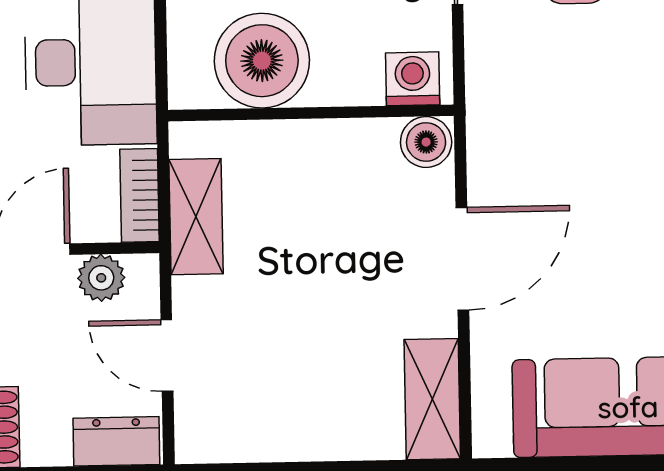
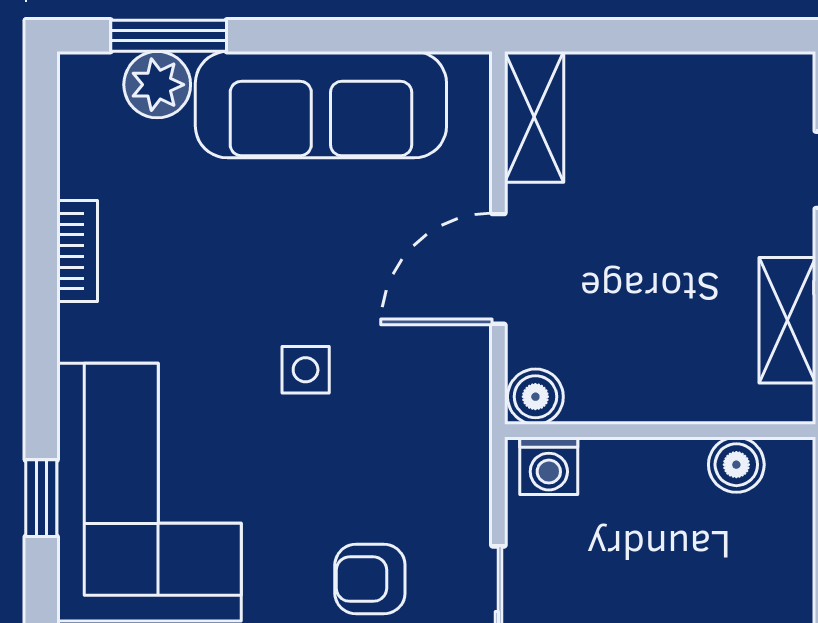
boiler: (262, 61) -> (736, 465), width x0.54, depth x0.54
side table: (638, 163) -> (306, 370), added

